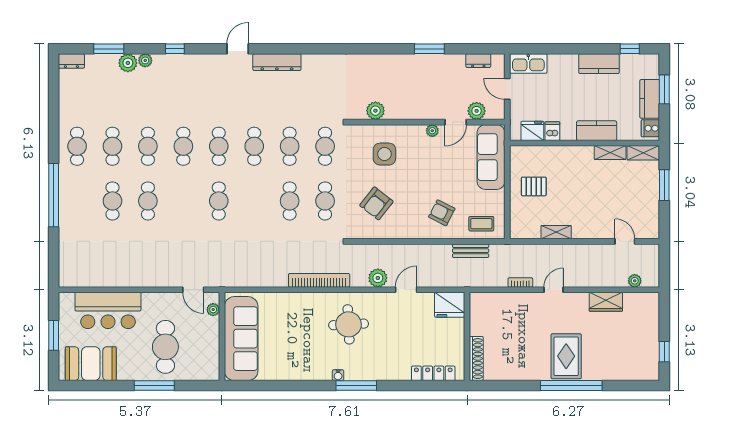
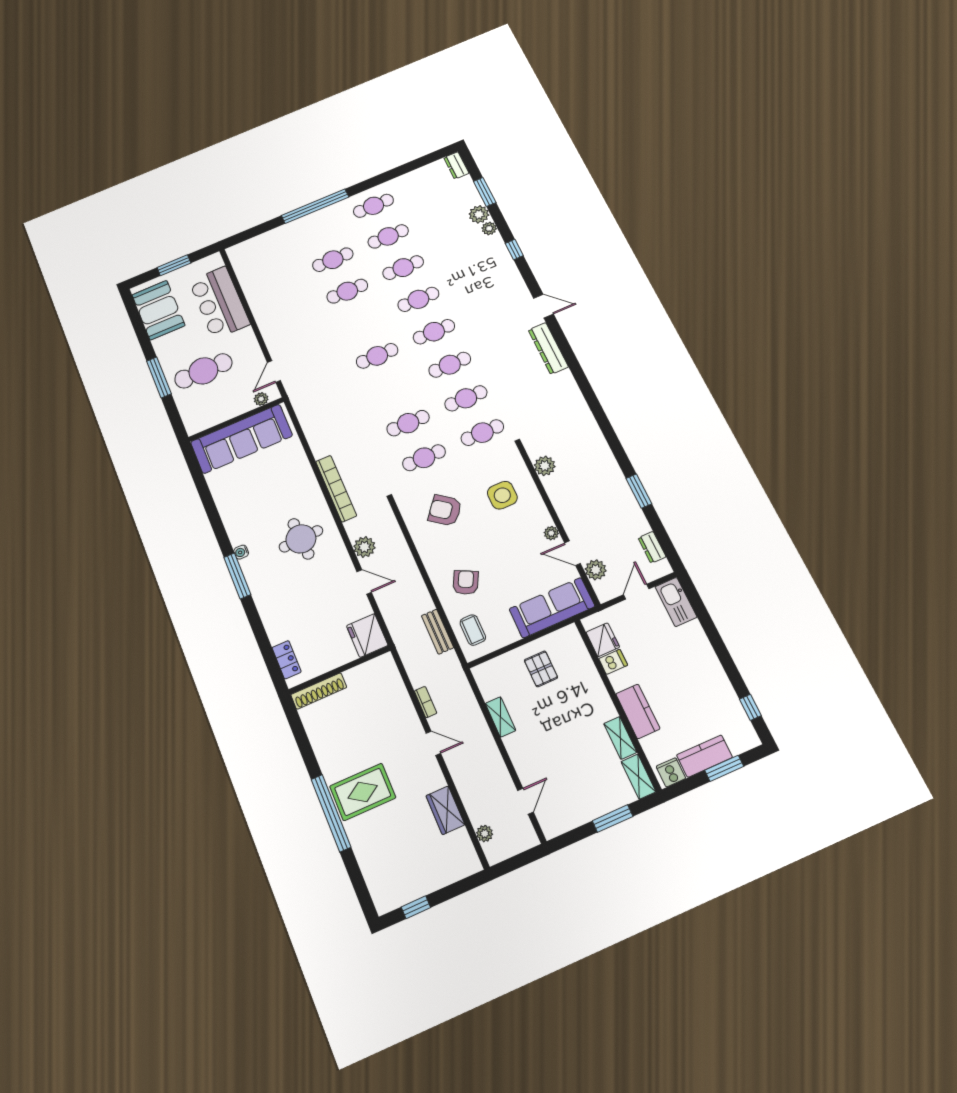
kitchen counter: (599, 64) -> (715, 680), removed
locker: (433, 373) -> (287, 660), width x0.66

